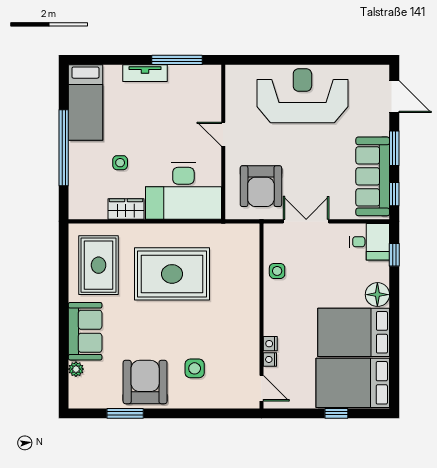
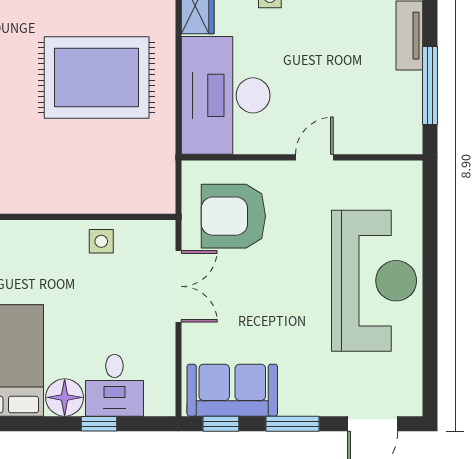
sofa: (373, 176) -> (232, 390), width x0.73
desk: (370, 242) -> (114, 385), moved
window: (394, 255) -> (99, 424), moved
rug: (172, 274) -> (97, 78), turned 90

